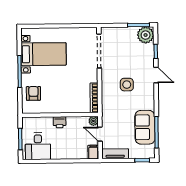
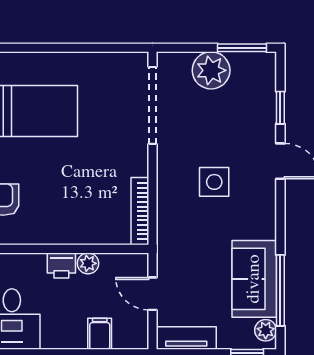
plant: (146, 35) -> (211, 70), moved
plant: (93, 121) -> (88, 263), moved
plant: (150, 150) -> (266, 330), added
filing cabinet: (93, 152) -> (100, 334), moved

